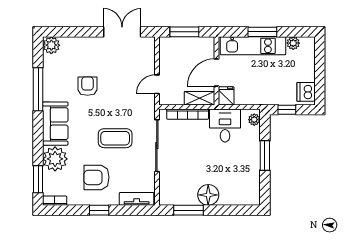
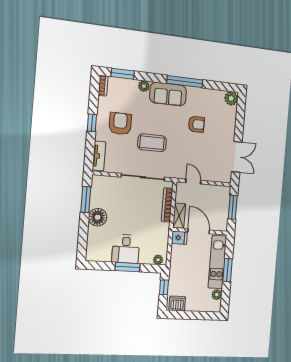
window: (38, 89) -> (185, 82), moved
desk: (225, 125) -> (126, 249), moved, turned 90
coffee table: (115, 138) -> (152, 143), turned 90
plant: (55, 159) -> (144, 86), width x0.53, depth x0.53

